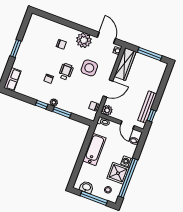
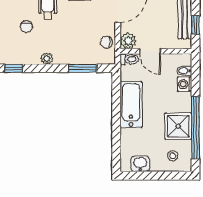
window: (42, 105) -> (14, 68), moved
window: (62, 112) -> (83, 68), moved
door: (127, 125) -> (150, 51), moved
washing machine: (127, 161) -> (184, 84), moved
window: (94, 198) -> (157, 176), removed

